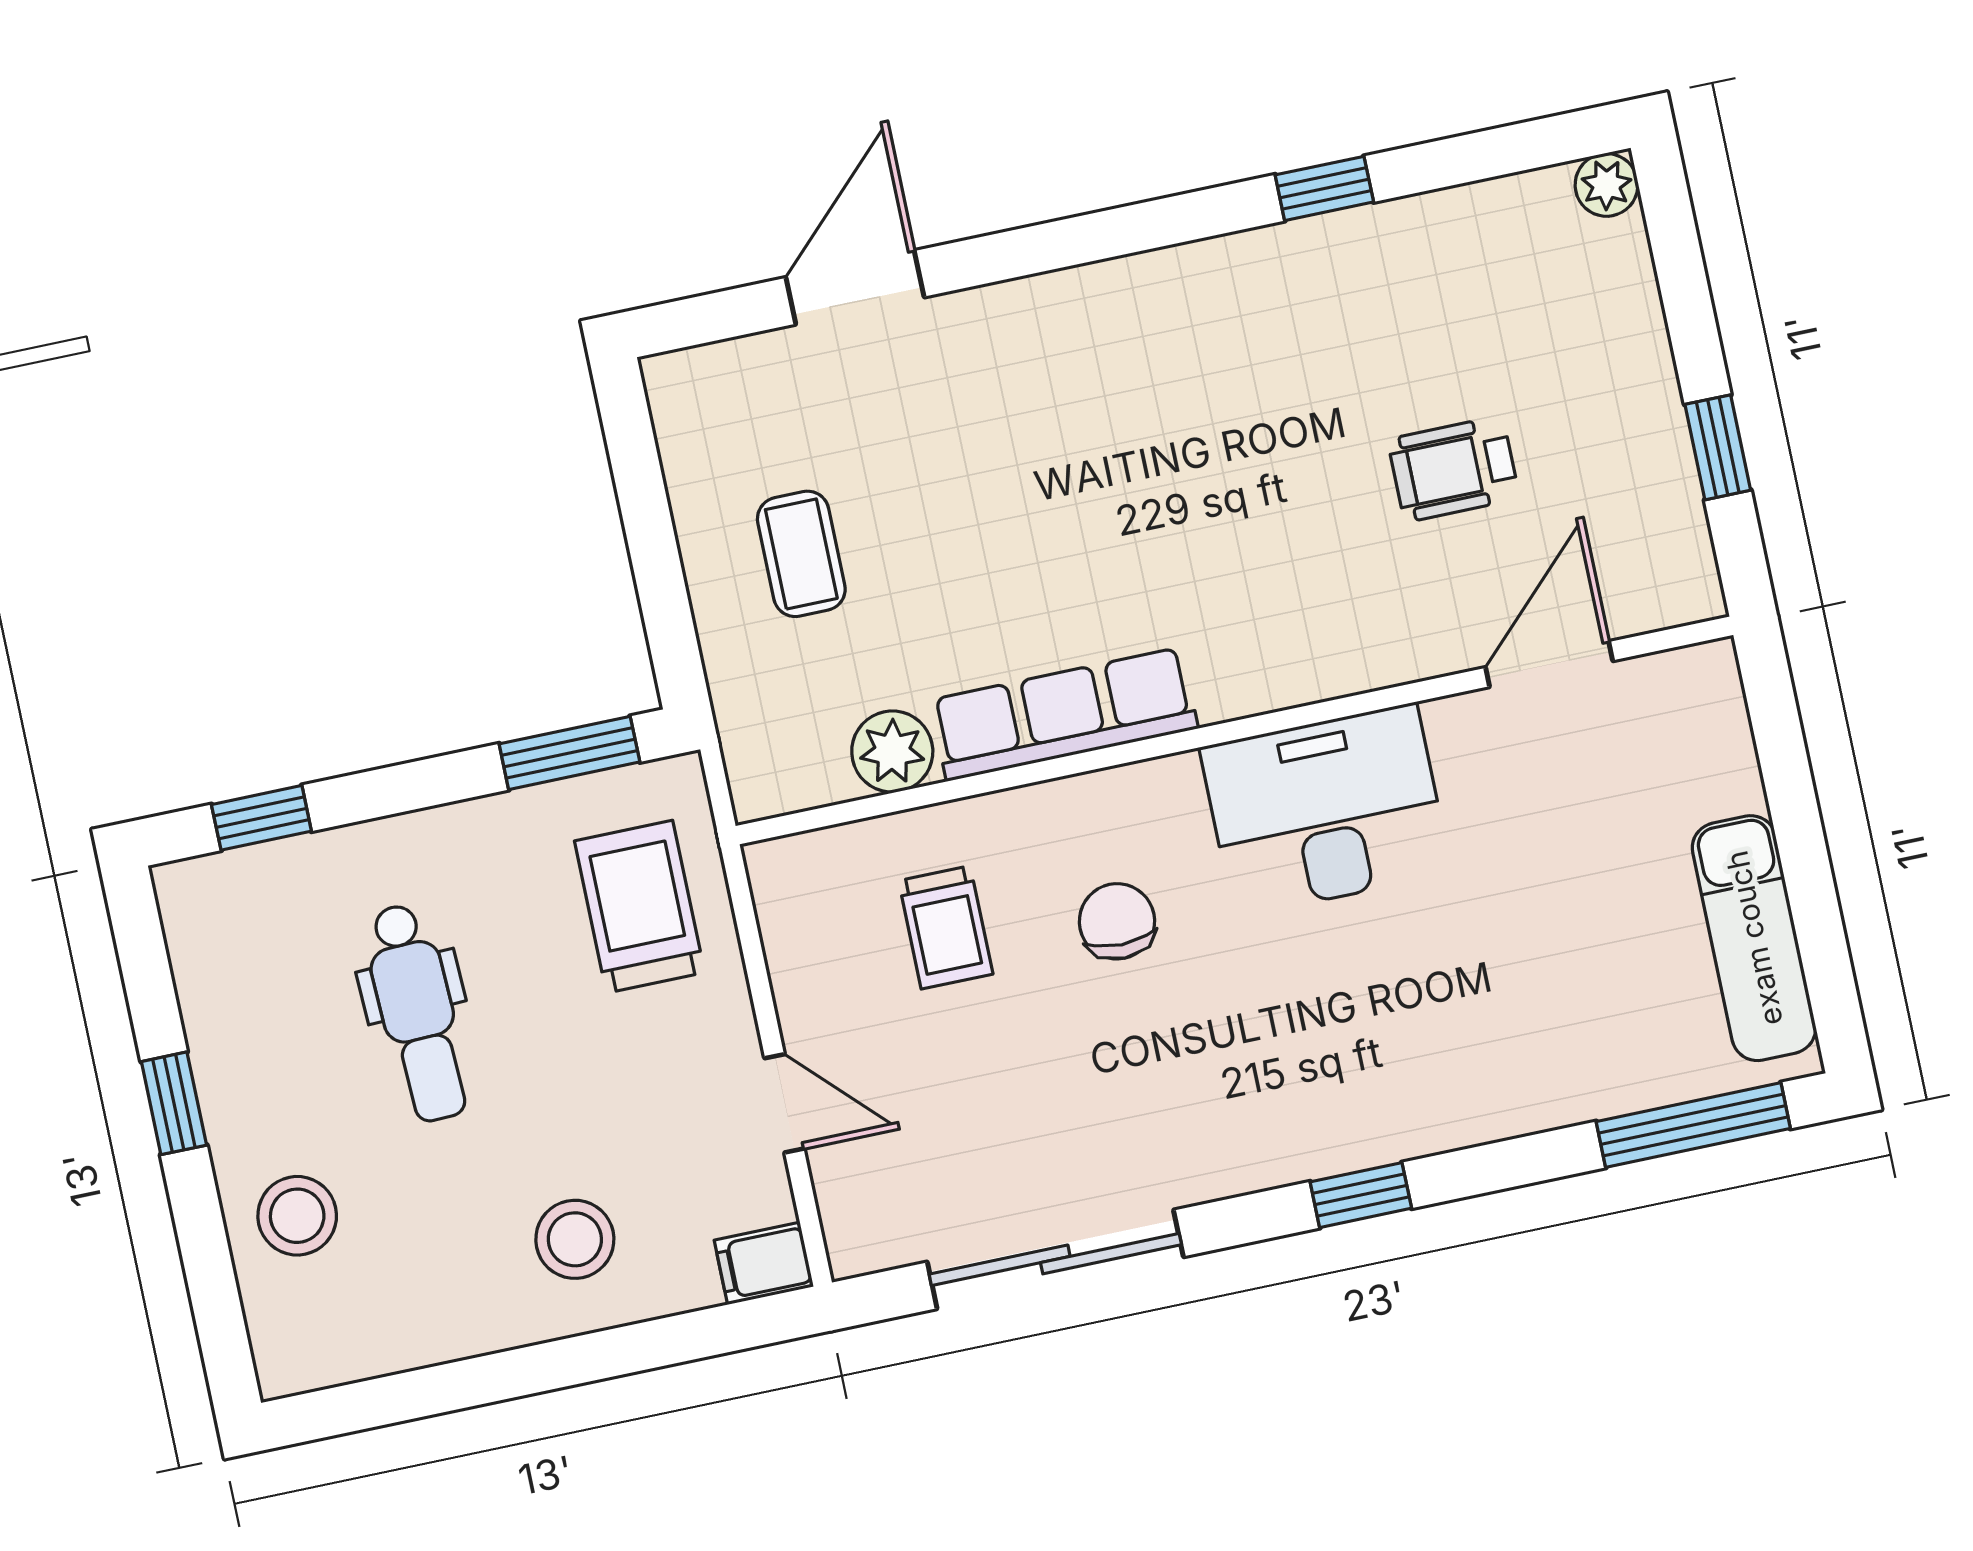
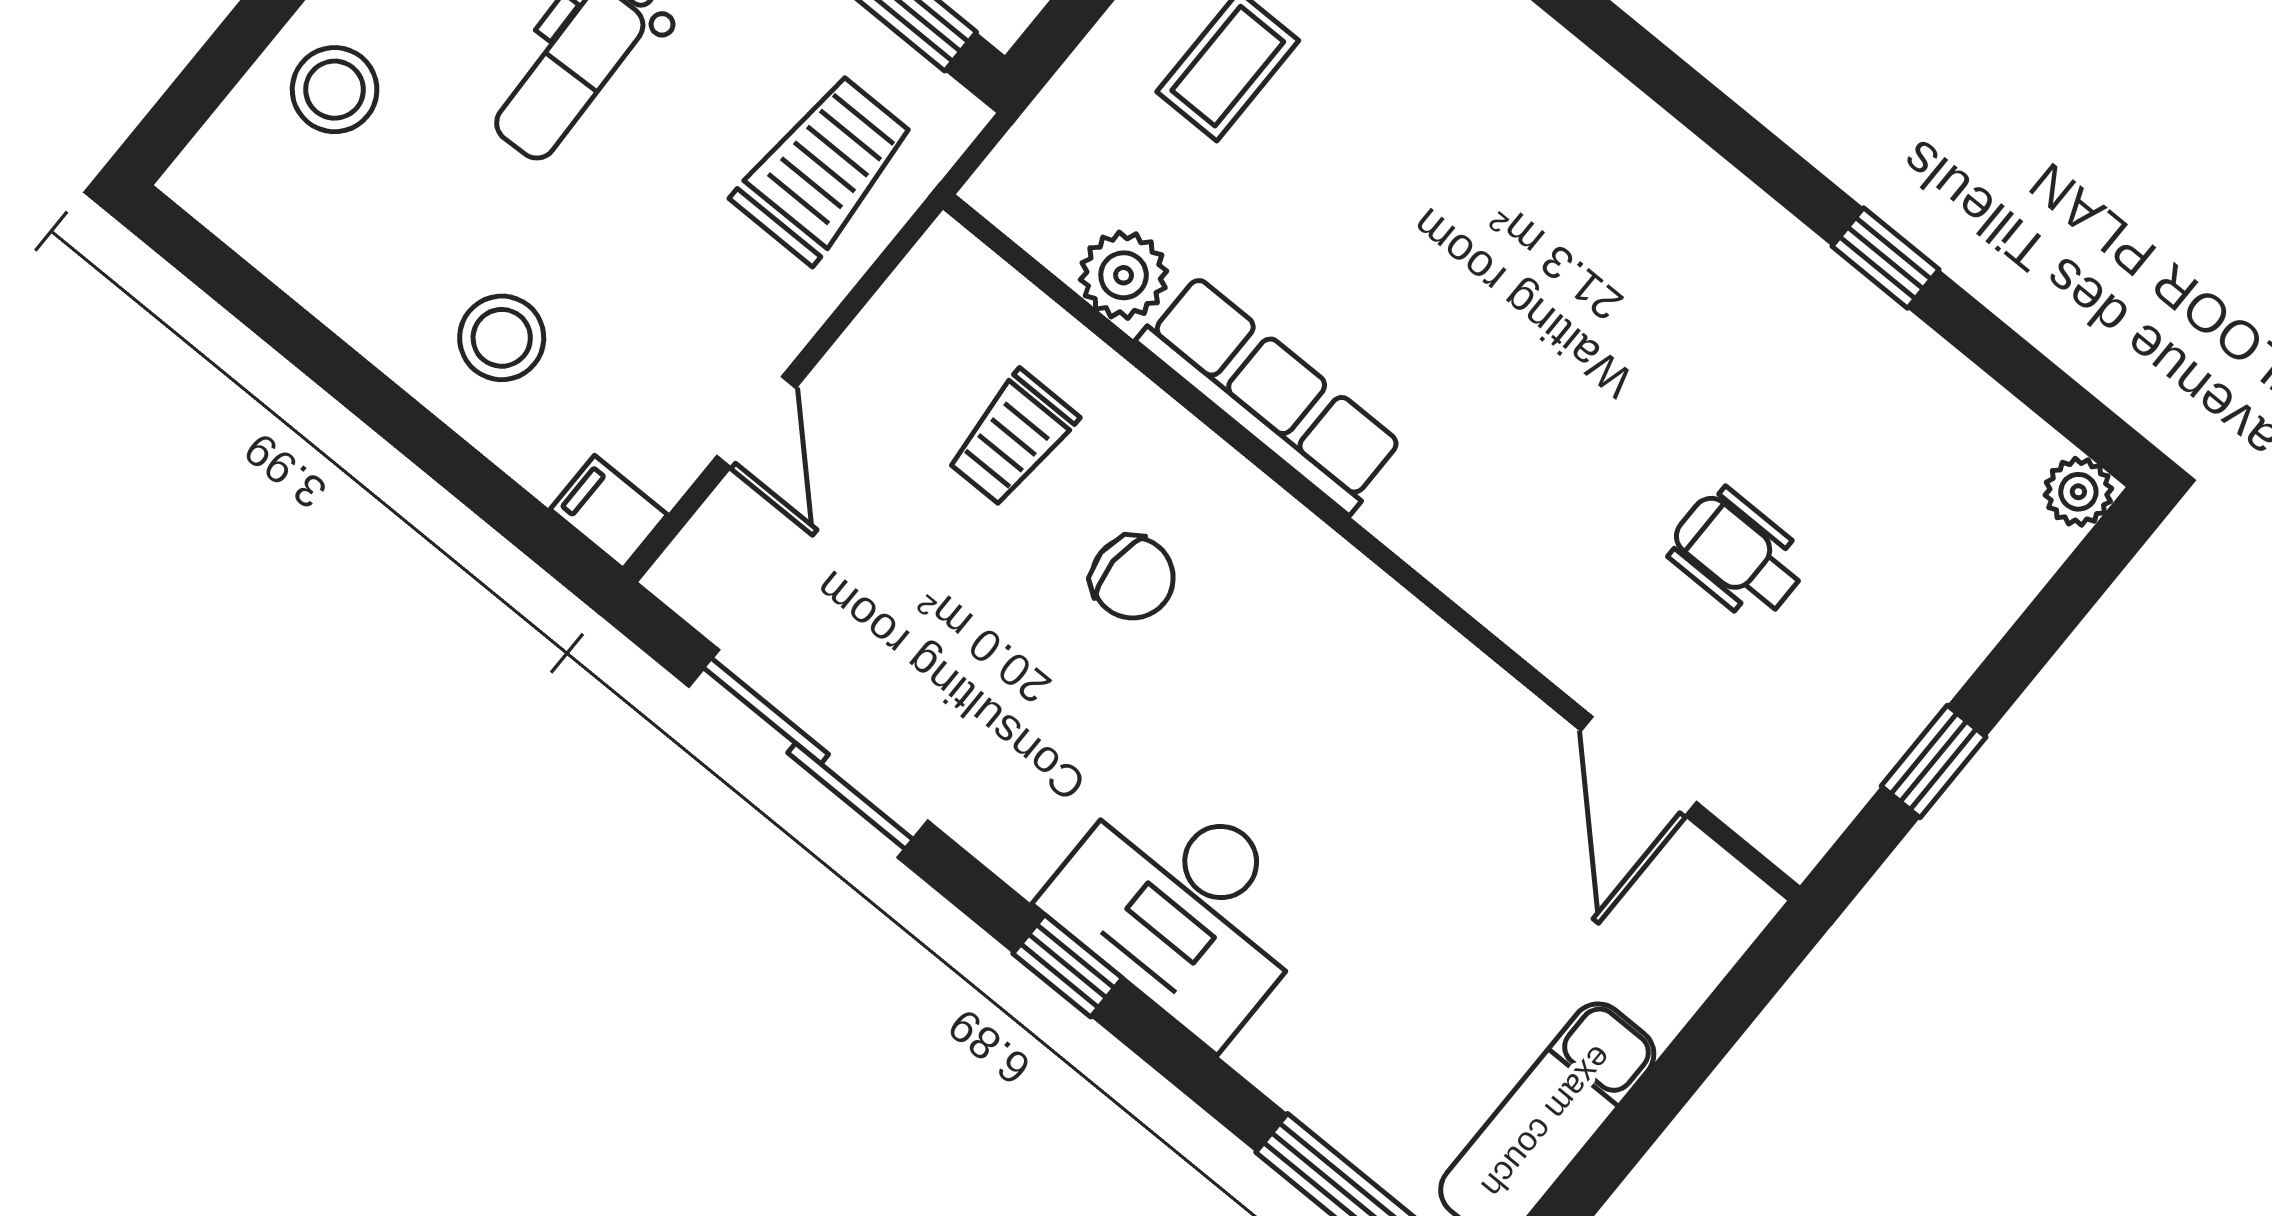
door: (1549, 664) -> (1639, 766), swing flipped
desk: (1326, 810) -> (1184, 907), moved, turned 180
chair: (1117, 921) -> (1133, 578), turned 90

